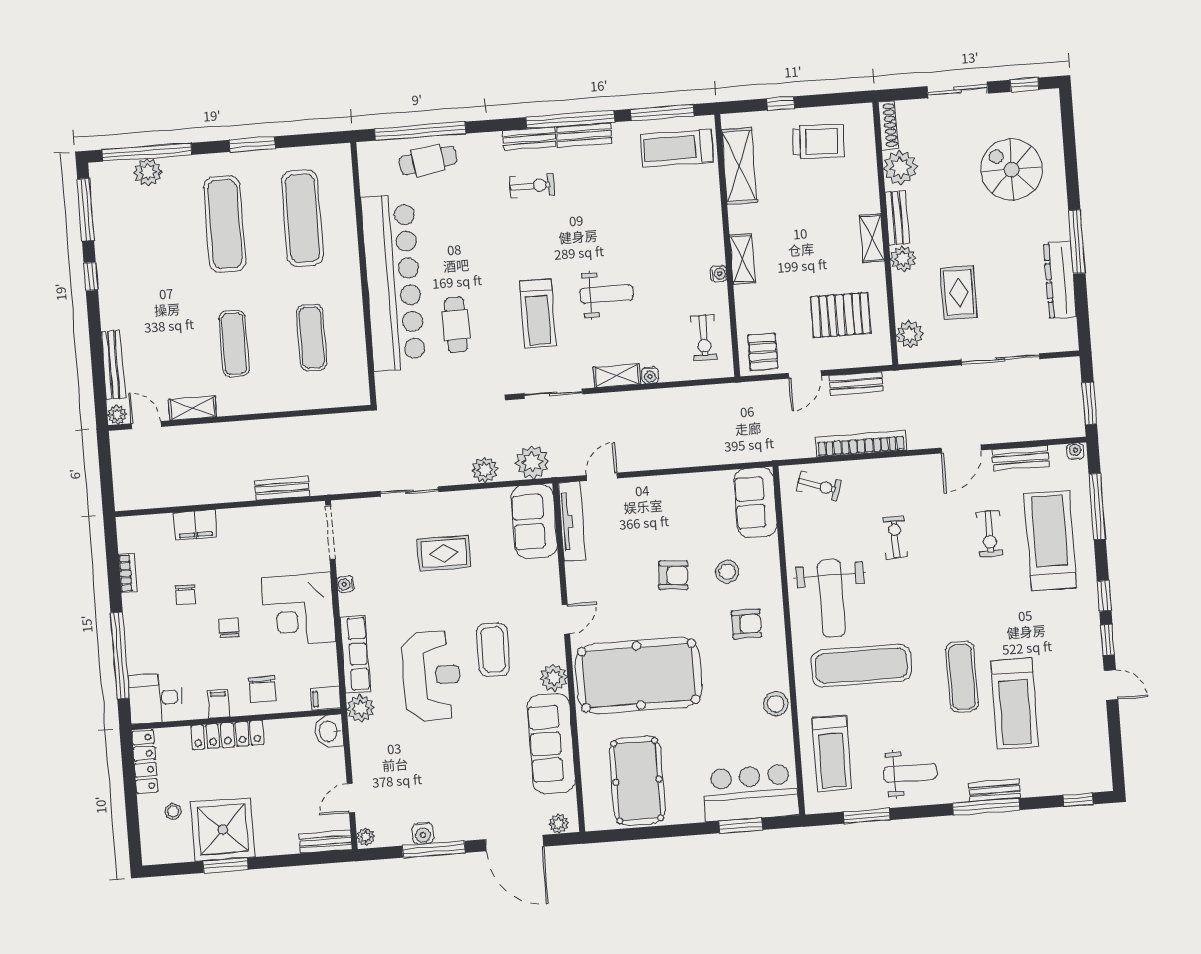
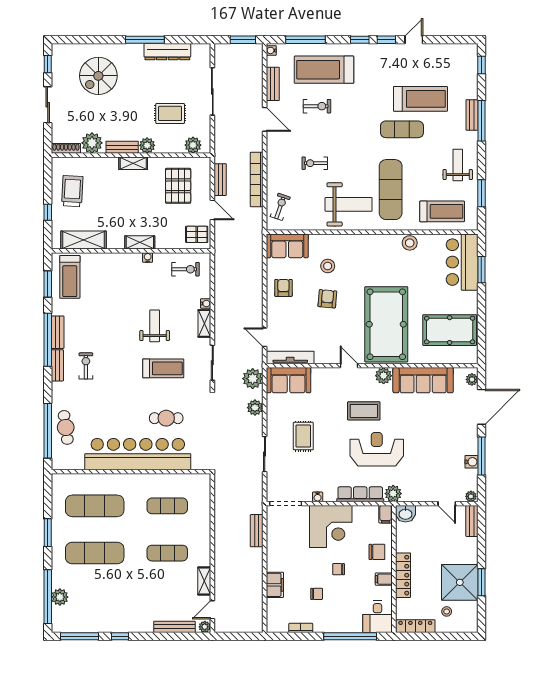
window: (662, 113) -> (48, 284), width x0.69
armchair: (747, 624) -> (283, 288), moved

